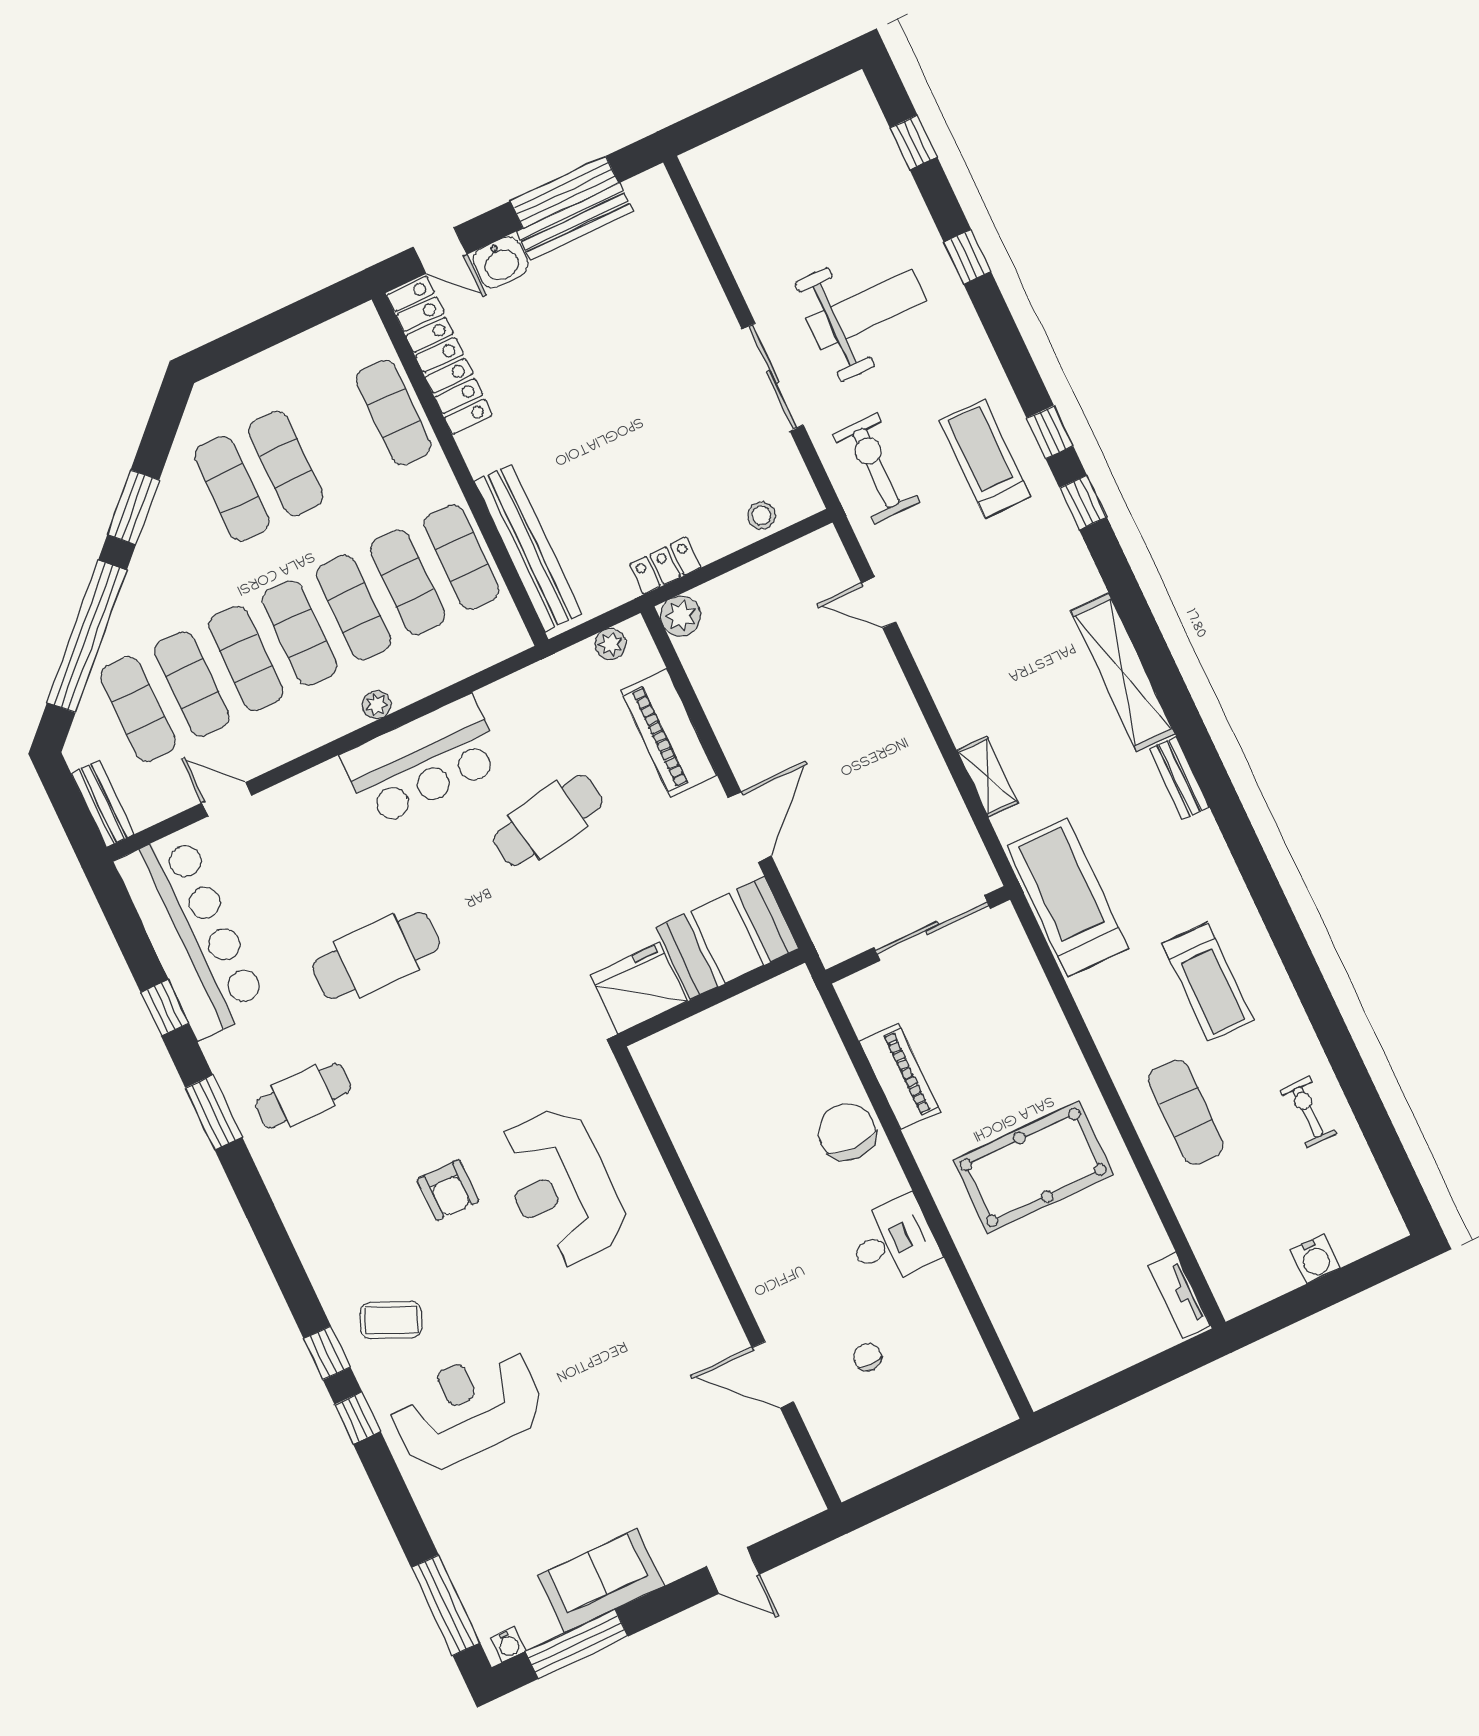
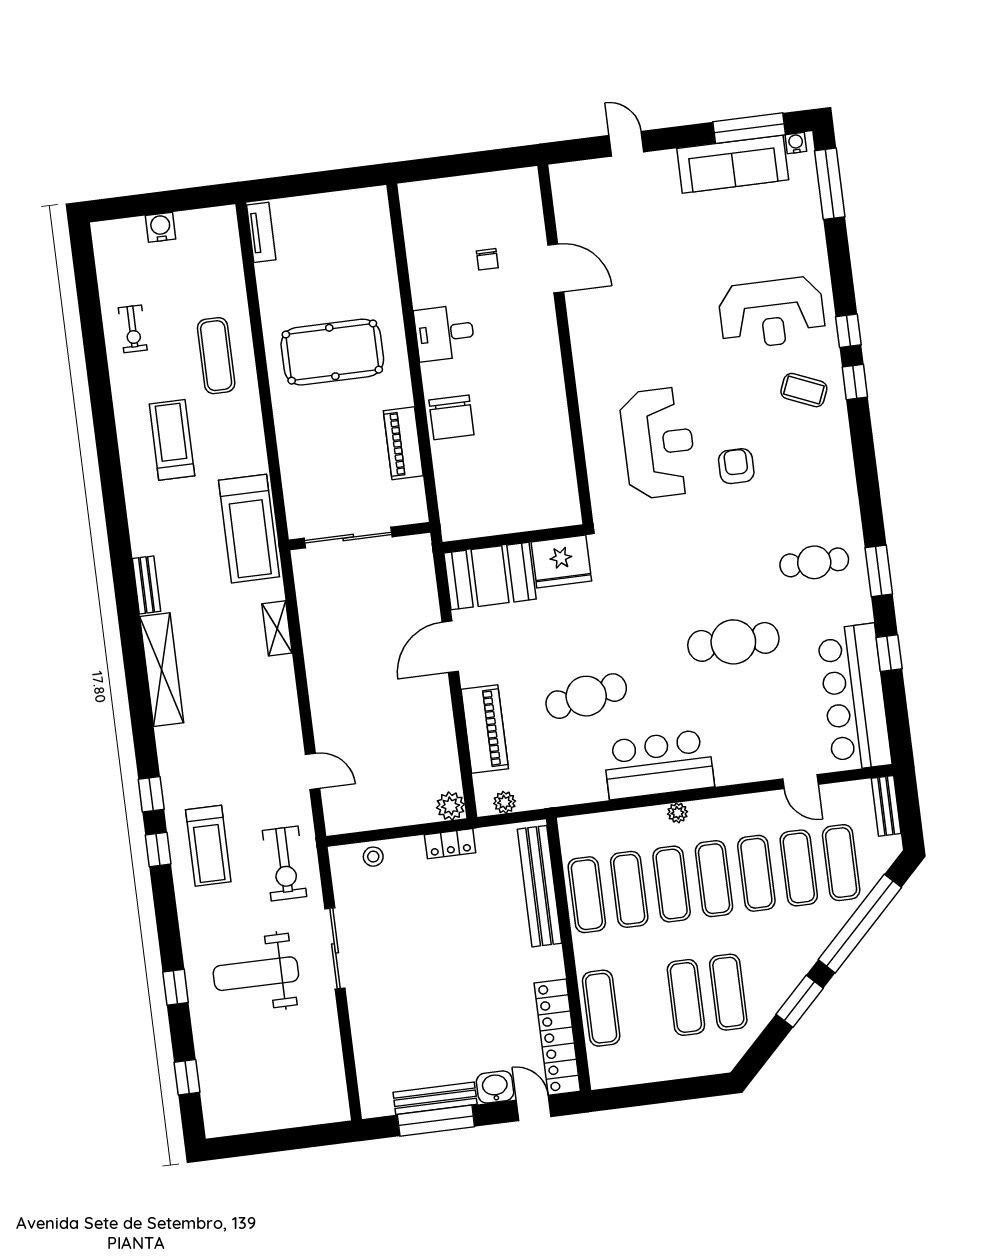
sofa: (601, 1581) -> (733, 164), width x1.36

